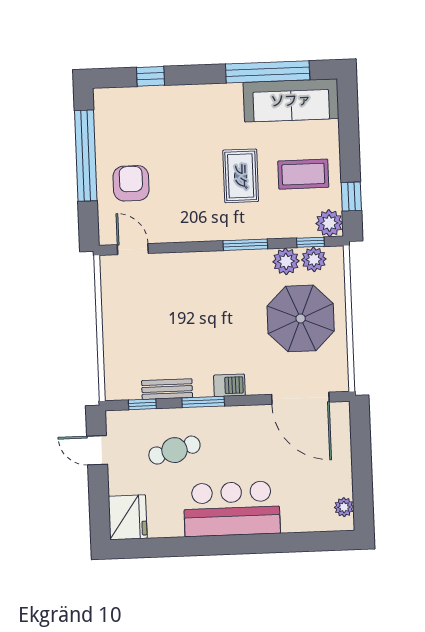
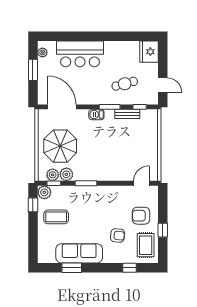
window: (268, 72) -> (72, 268), width x0.47
sofa: (291, 100) -> (79, 253), moved
armchair: (177, 141) -> (118, 235), added
window: (86, 156) -> (163, 230), width x0.32
rug: (241, 176) -> (146, 245), moved
armchair: (131, 183) -> (141, 216), turned 90
door: (133, 249) -> (141, 183), swing flipped
window: (362, 471) -> (33, 70), added
bar counter: (232, 509) -> (80, 54), moved

